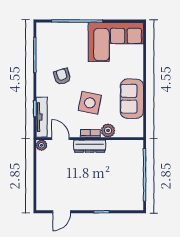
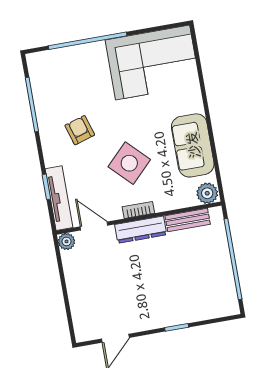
side table: (90, 103) -> (129, 163), turned 34
plant: (108, 130) -> (207, 193), moved
bench: (120, 145) -> (188, 220), added

